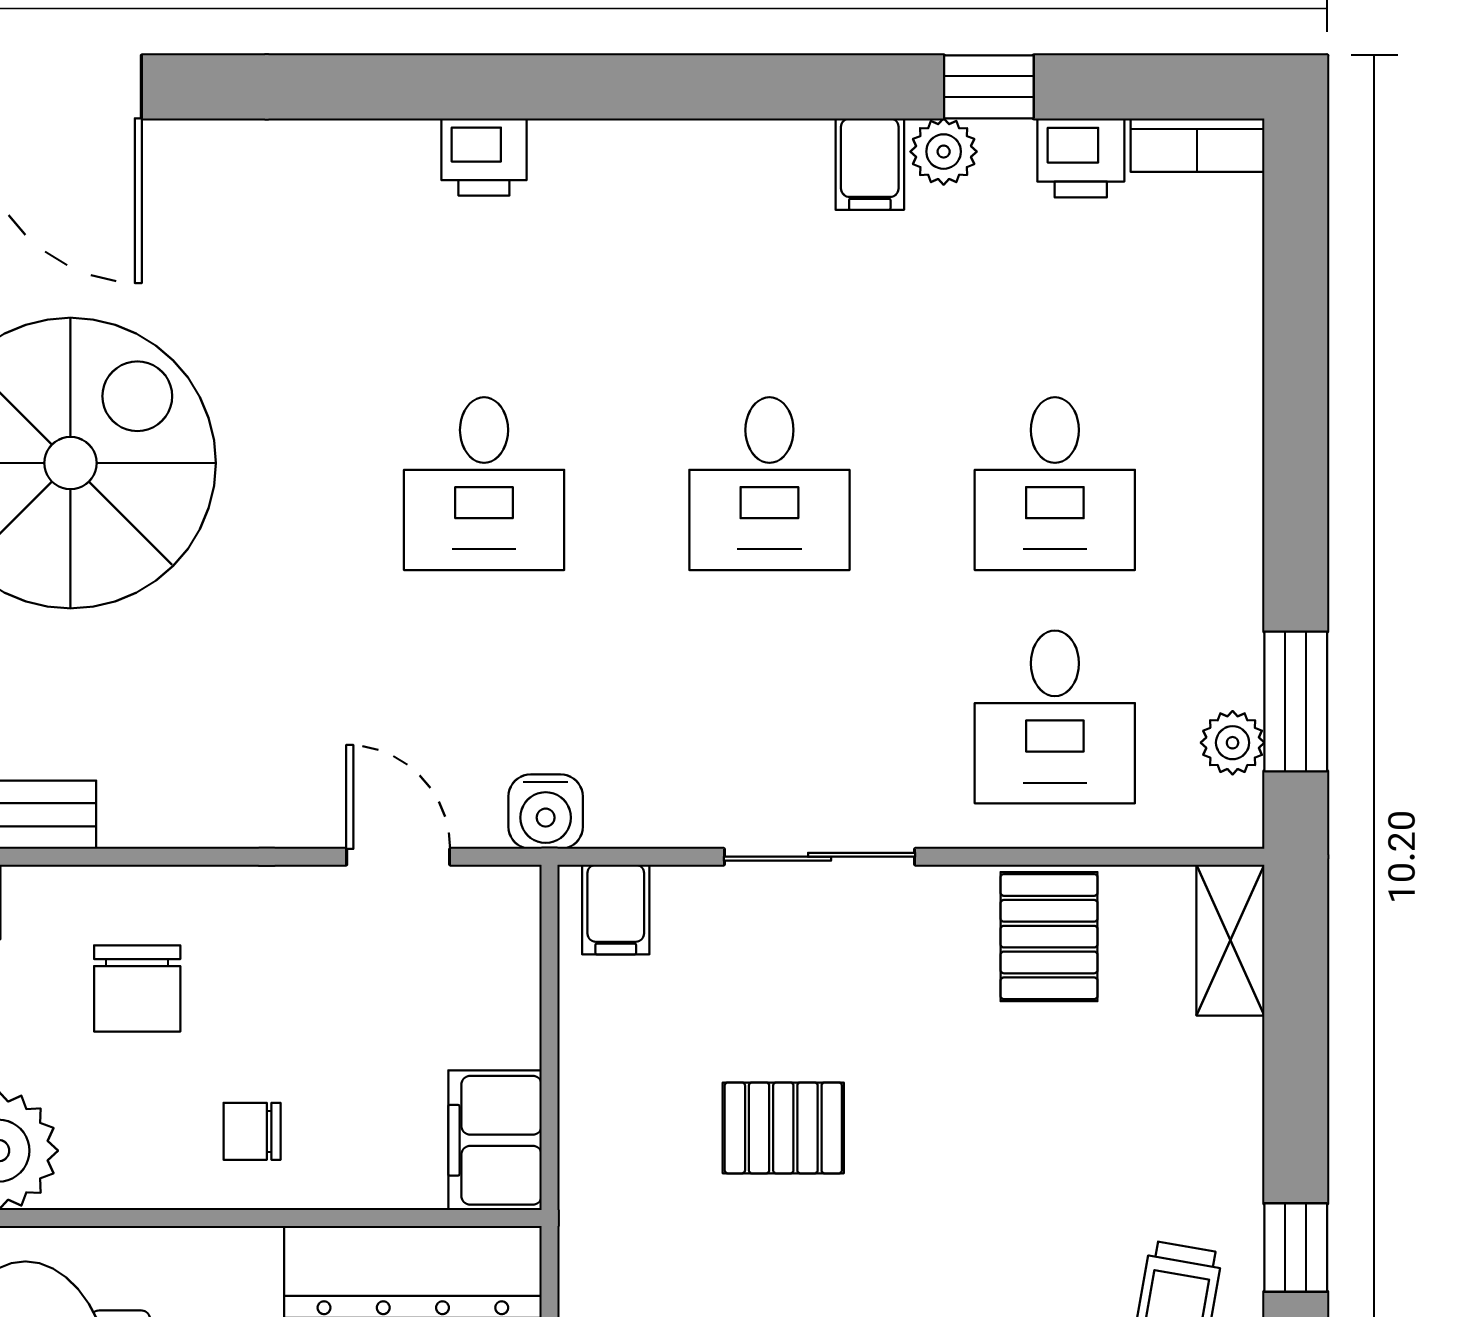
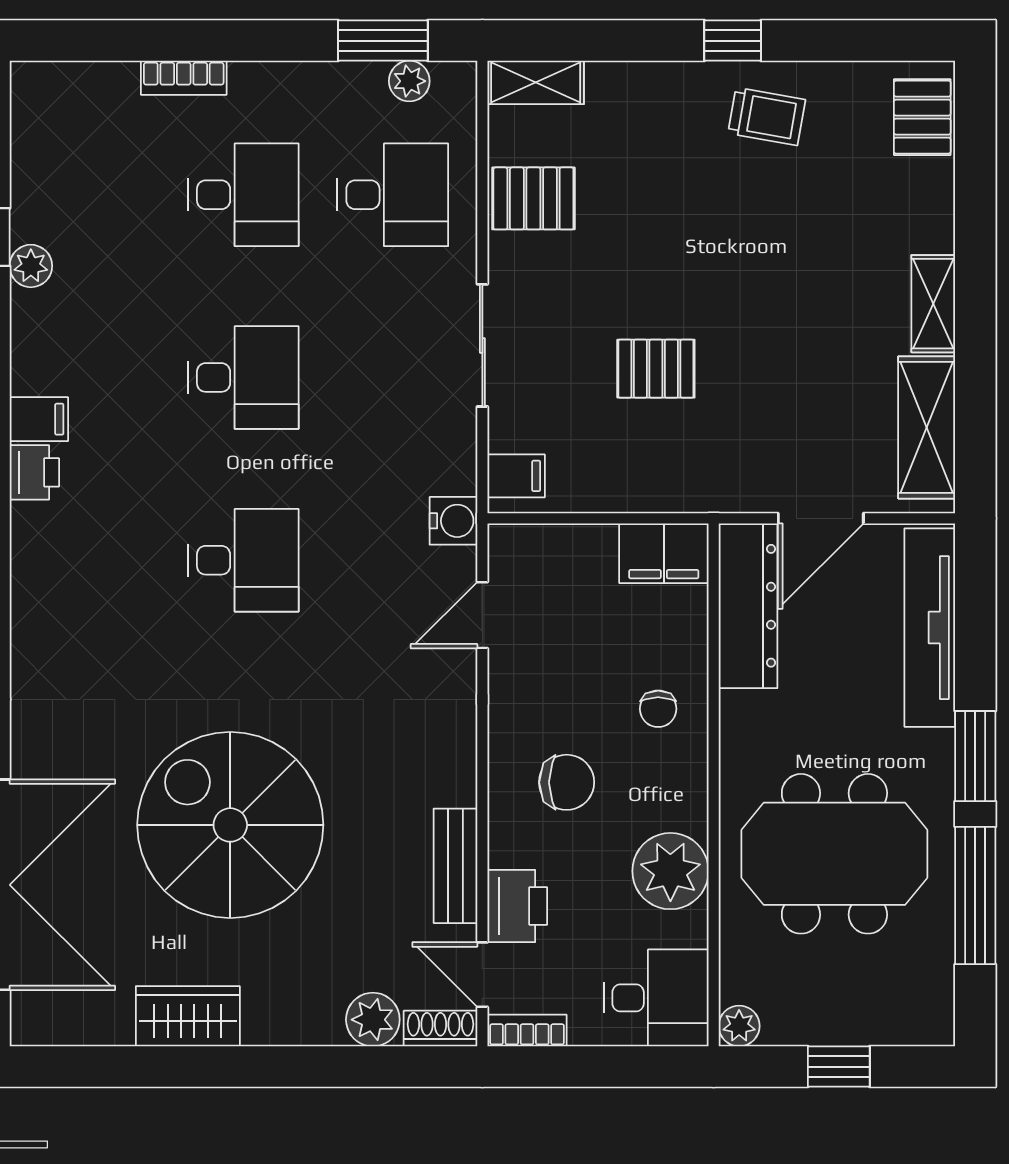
bookcase: (1197, 145) -> (184, 78), moved, turned 90
printer: (484, 157) -> (34, 472), moved
printer: (1081, 158) -> (35, 178), removed
filing cabinet: (870, 164) -> (39, 419), moved
pallet: (783, 1128) -> (656, 369), turned 90

